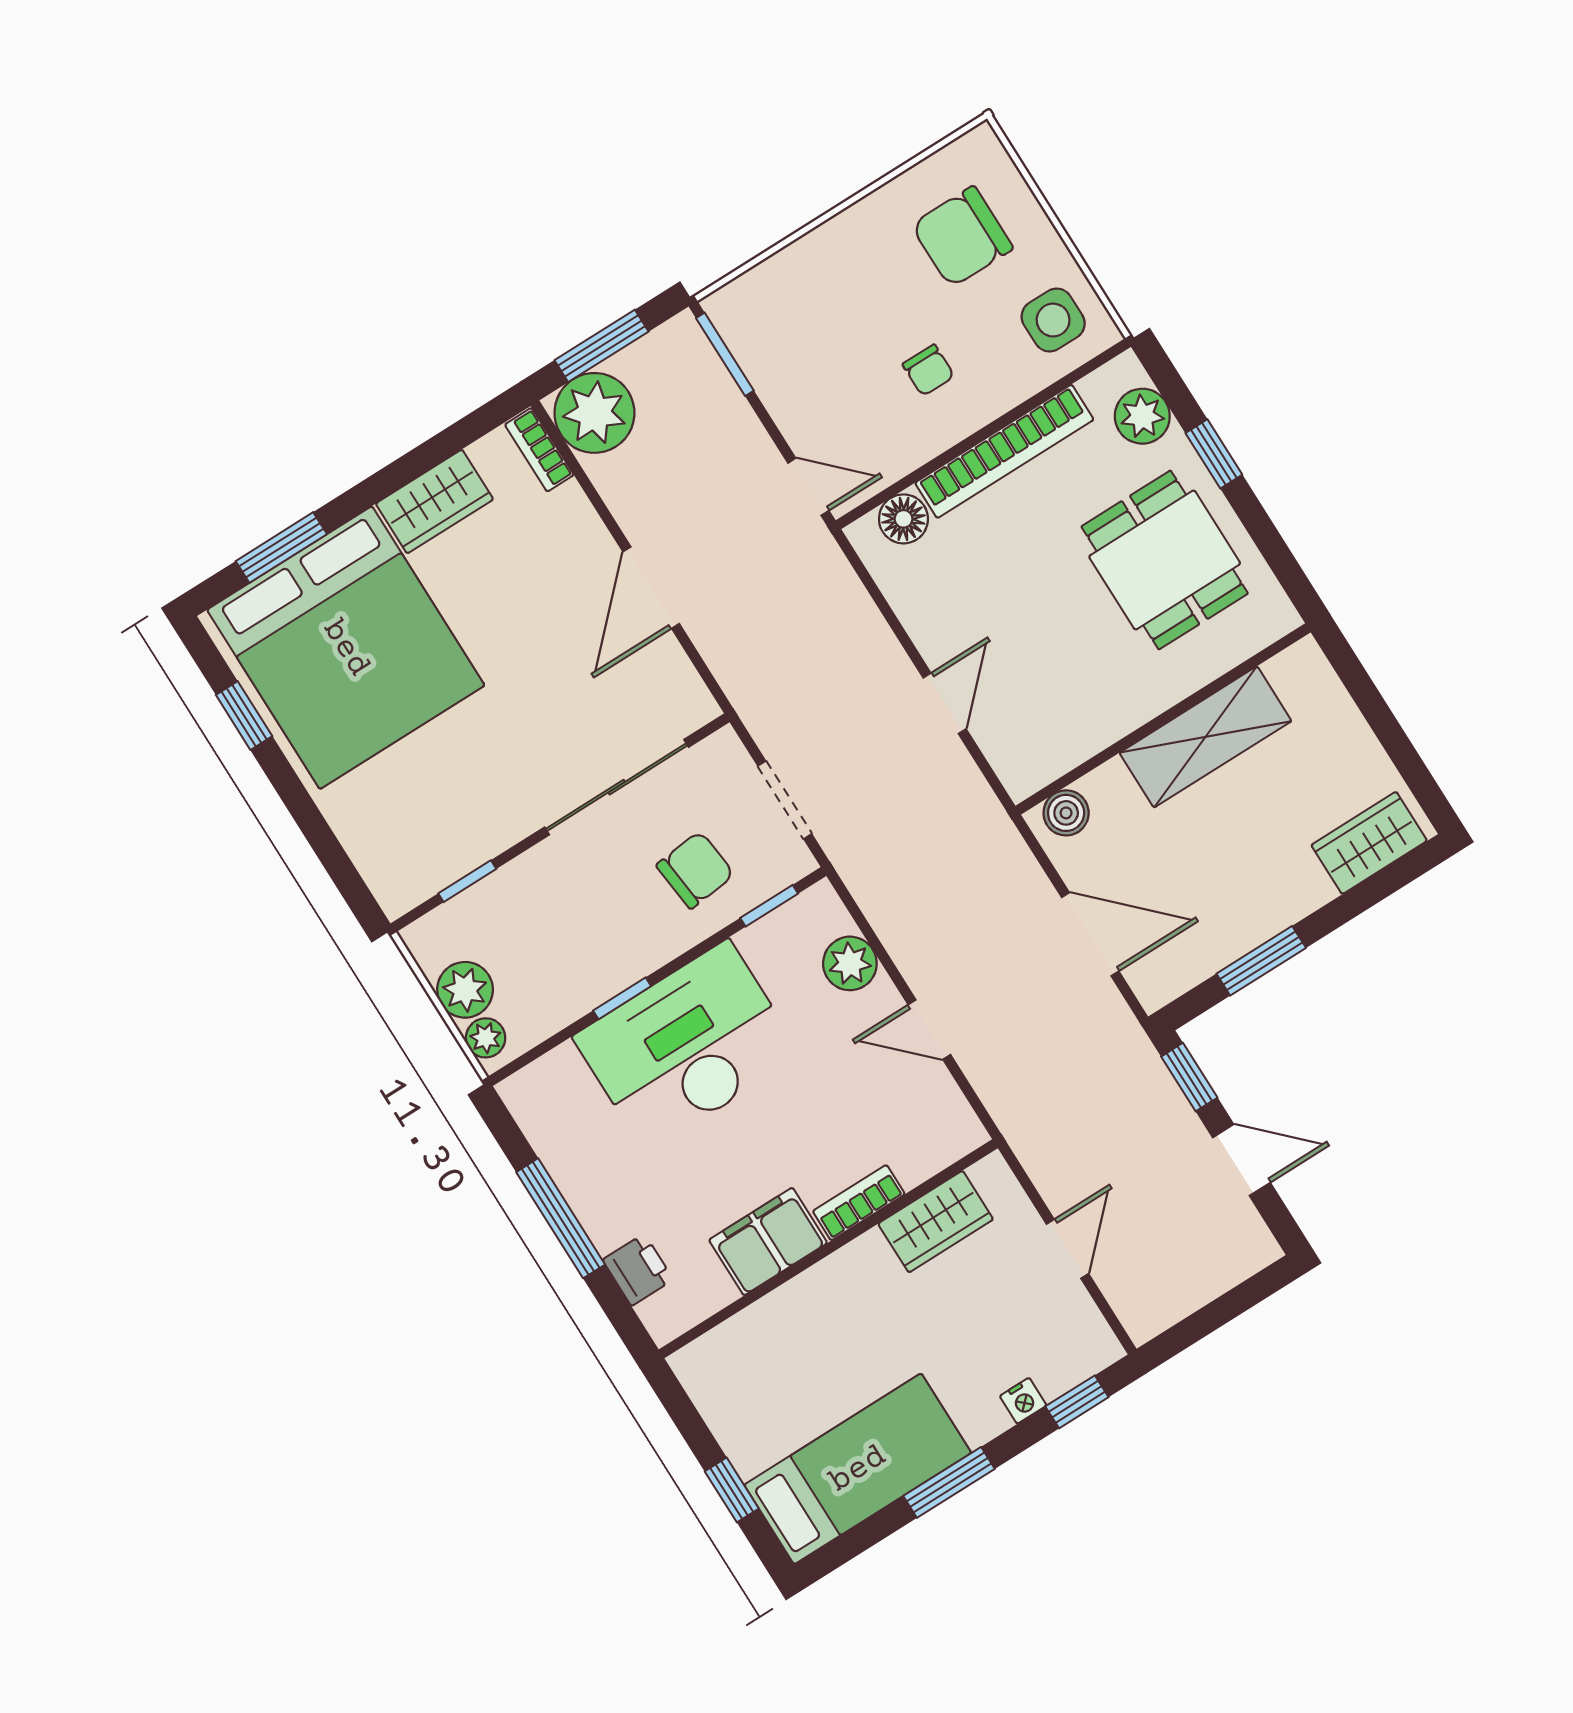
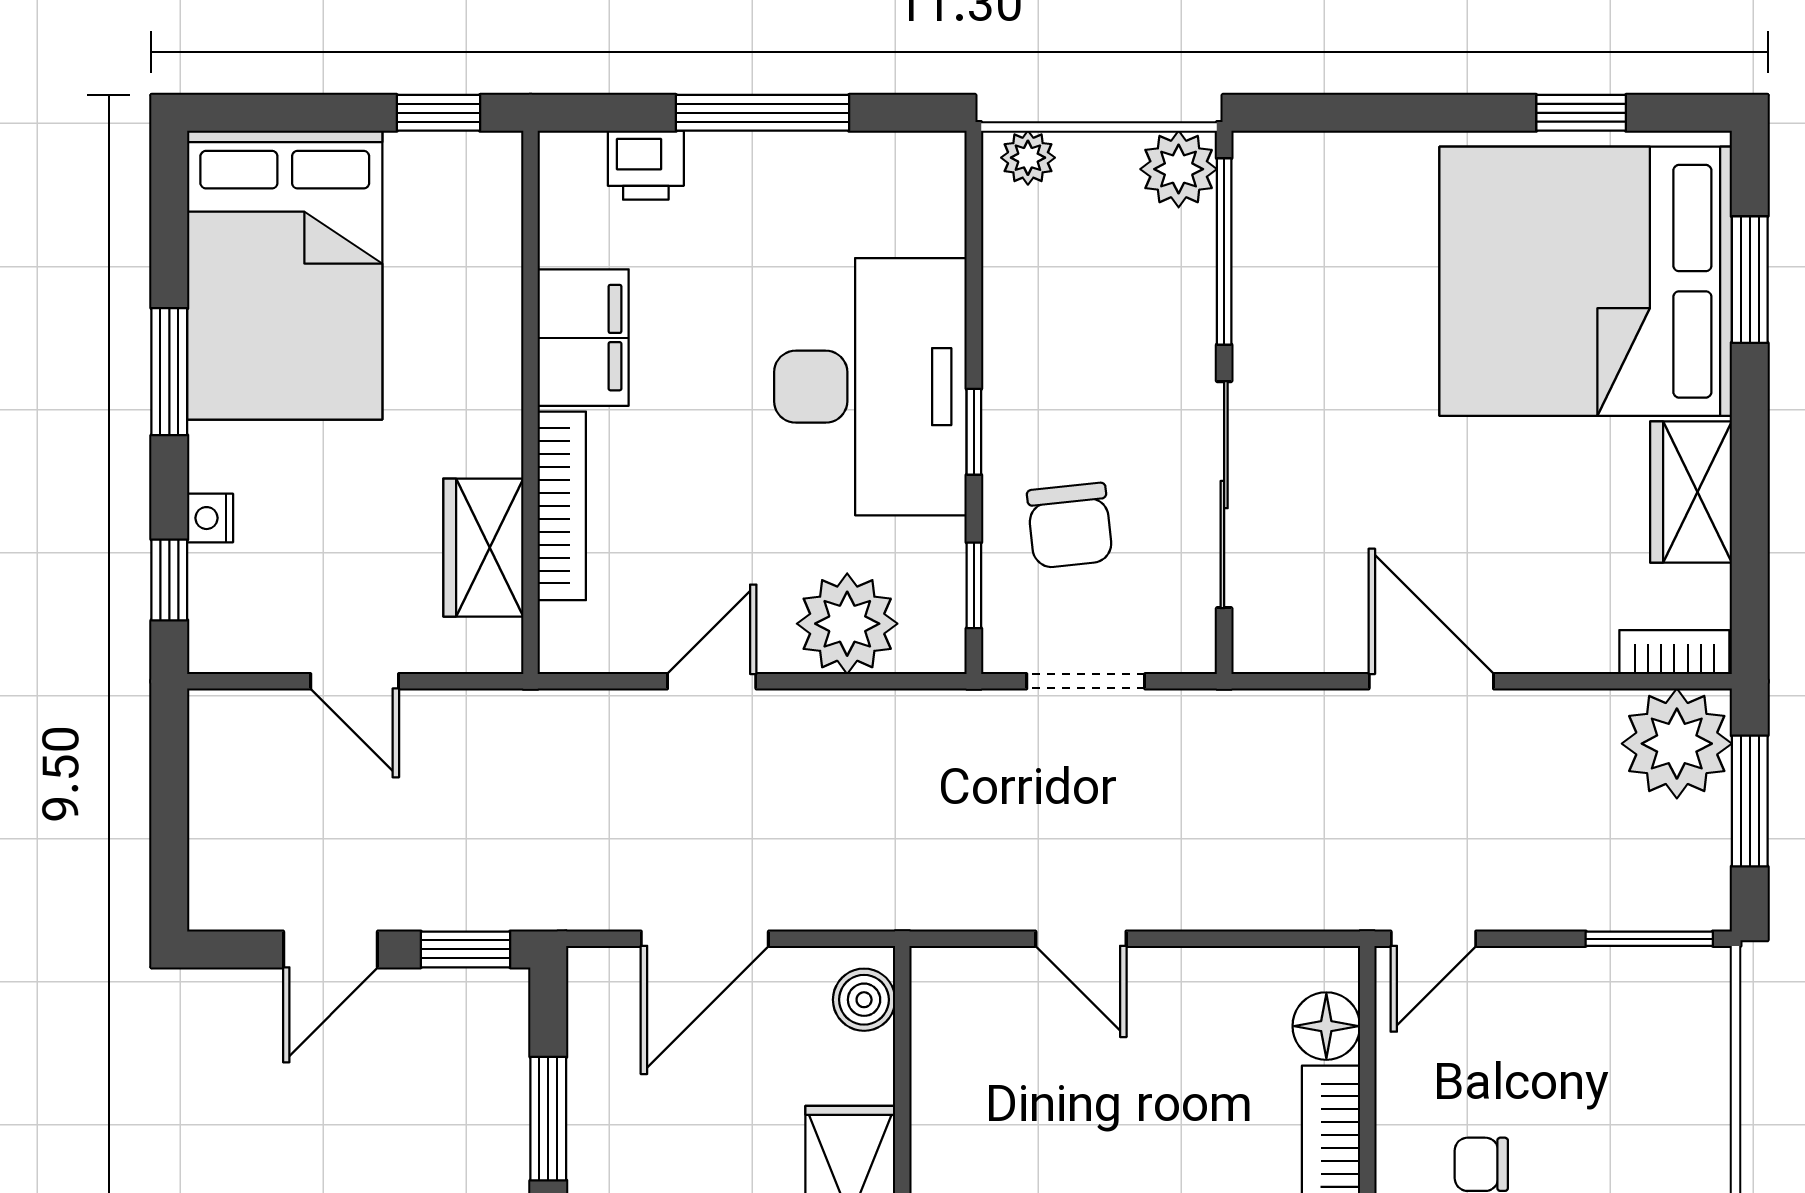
window: (467, 881) -> (1224, 251), width x2.17
plant: (850, 963) -> (847, 624), width x1.36, depth x1.36
plant: (465, 990) -> (1179, 169), moved
window: (622, 998) -> (974, 432), moved
bookcase: (859, 1203) -> (562, 506), width x1.56
bed: (858, 1469) -> (285, 275), width x1.50
window: (732, 1490) -> (438, 113), moved

